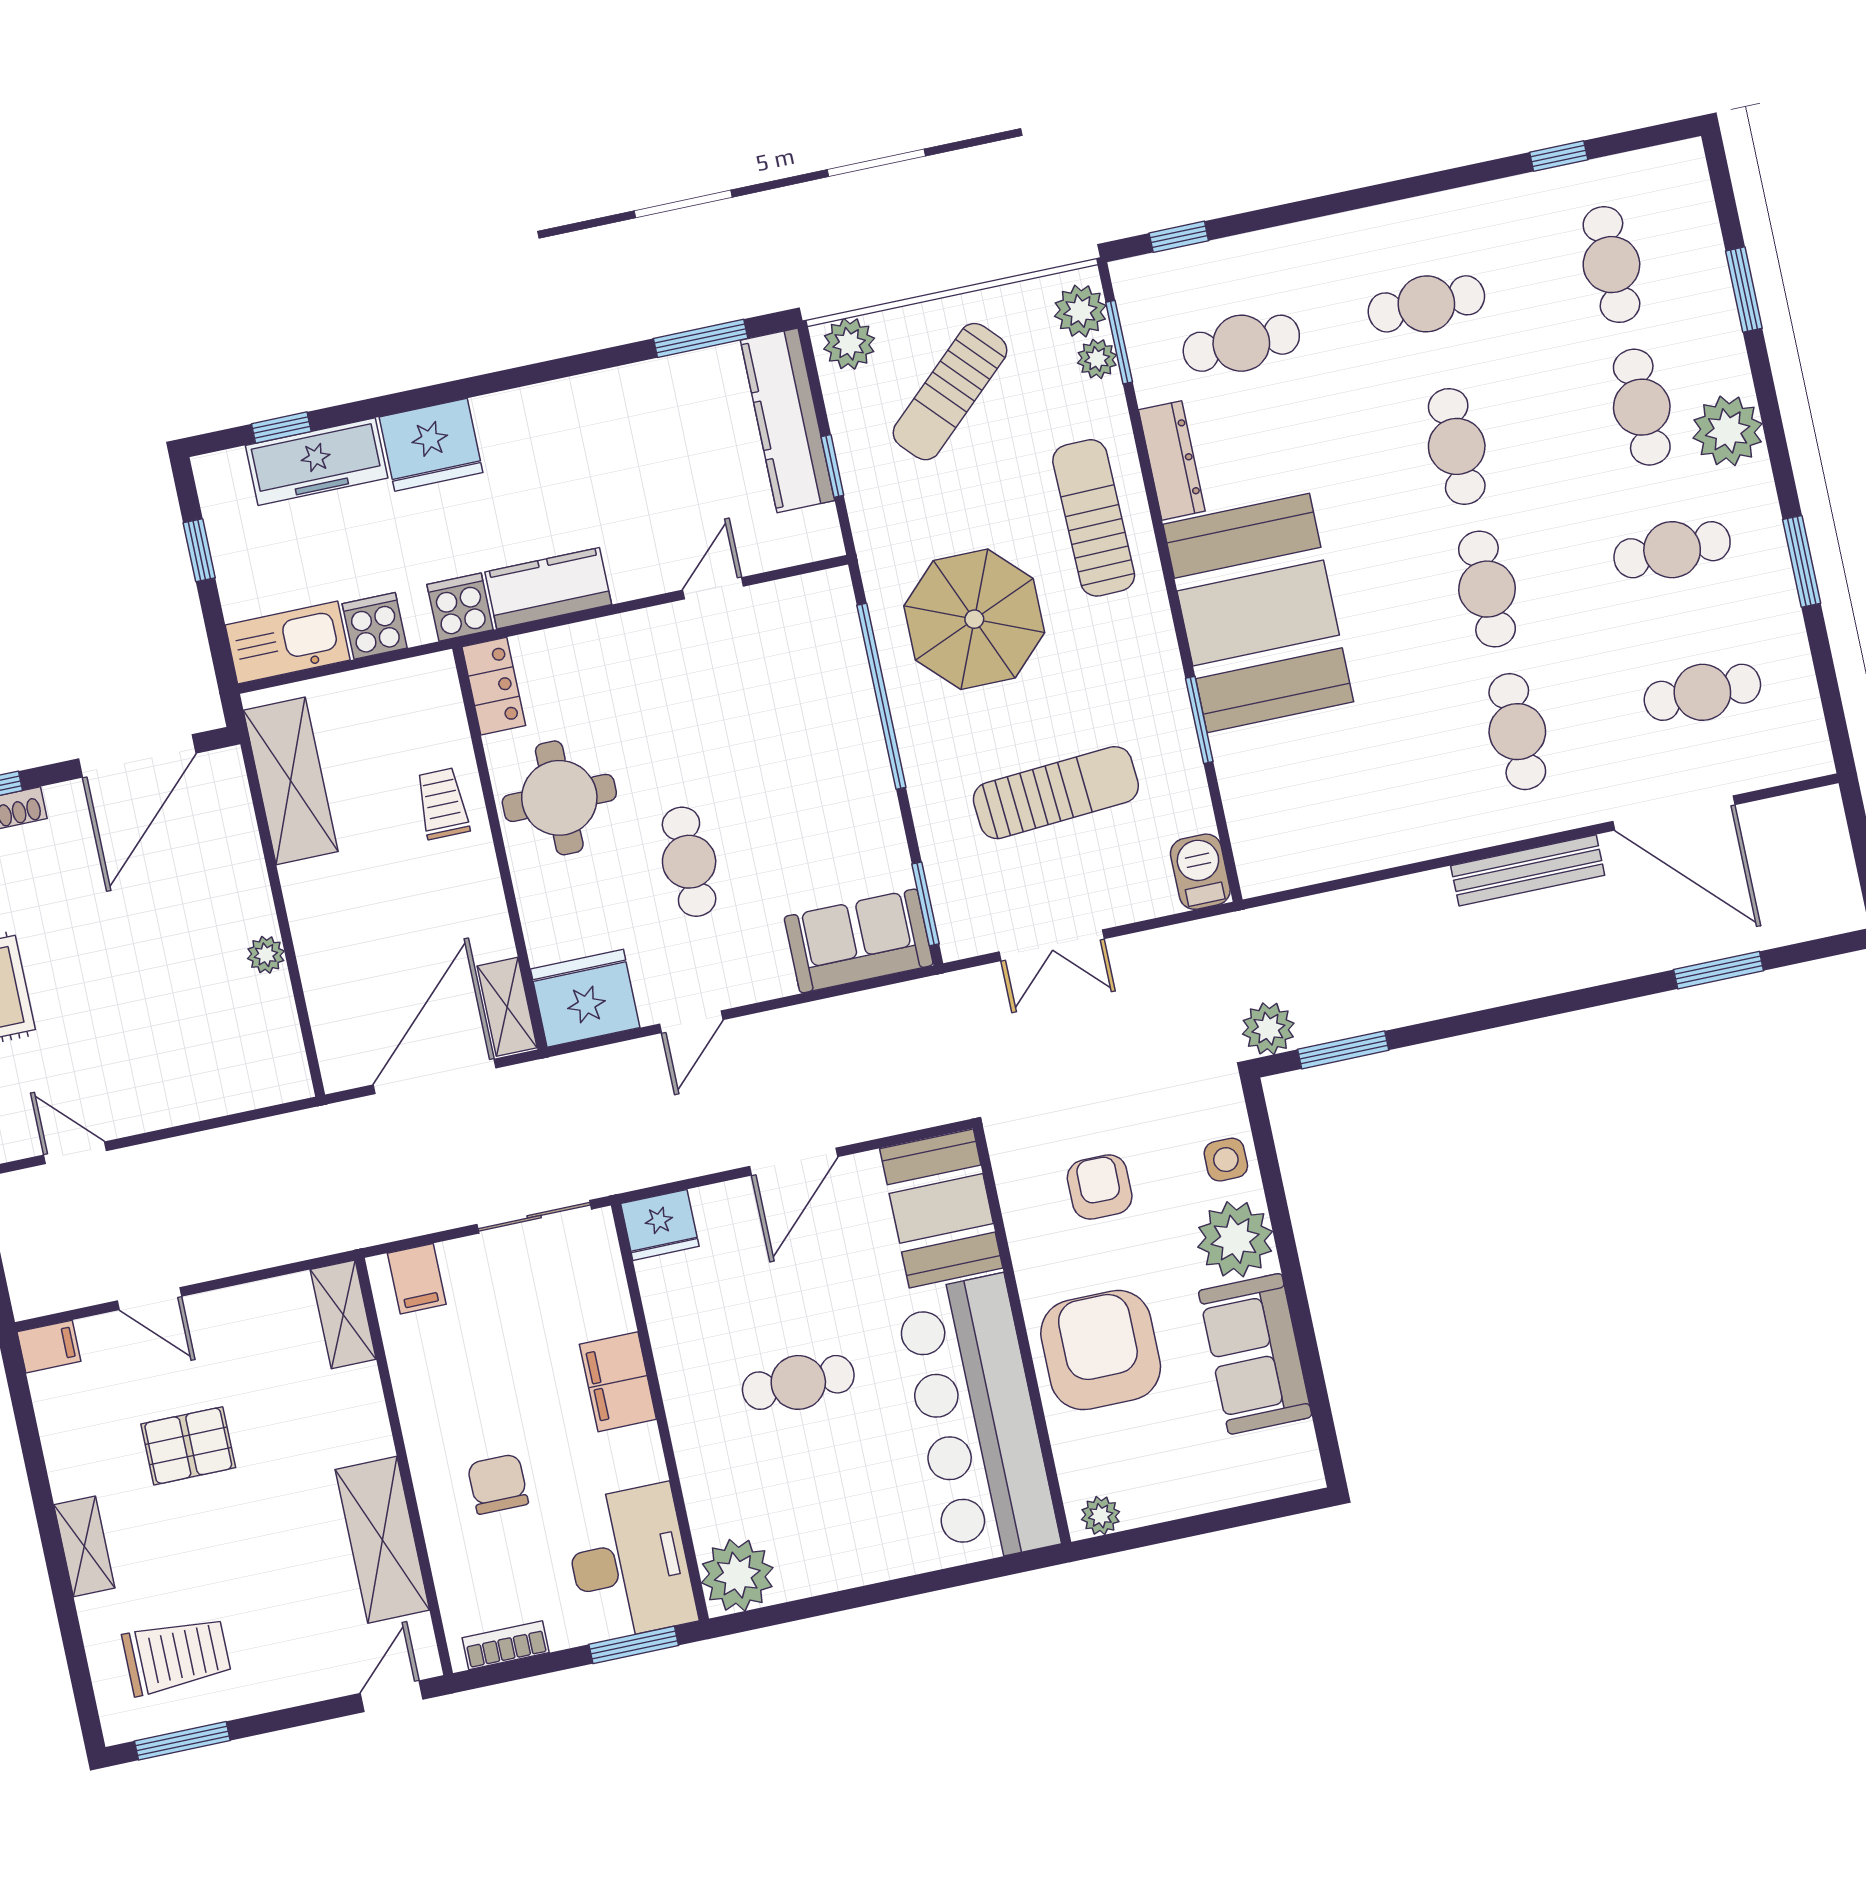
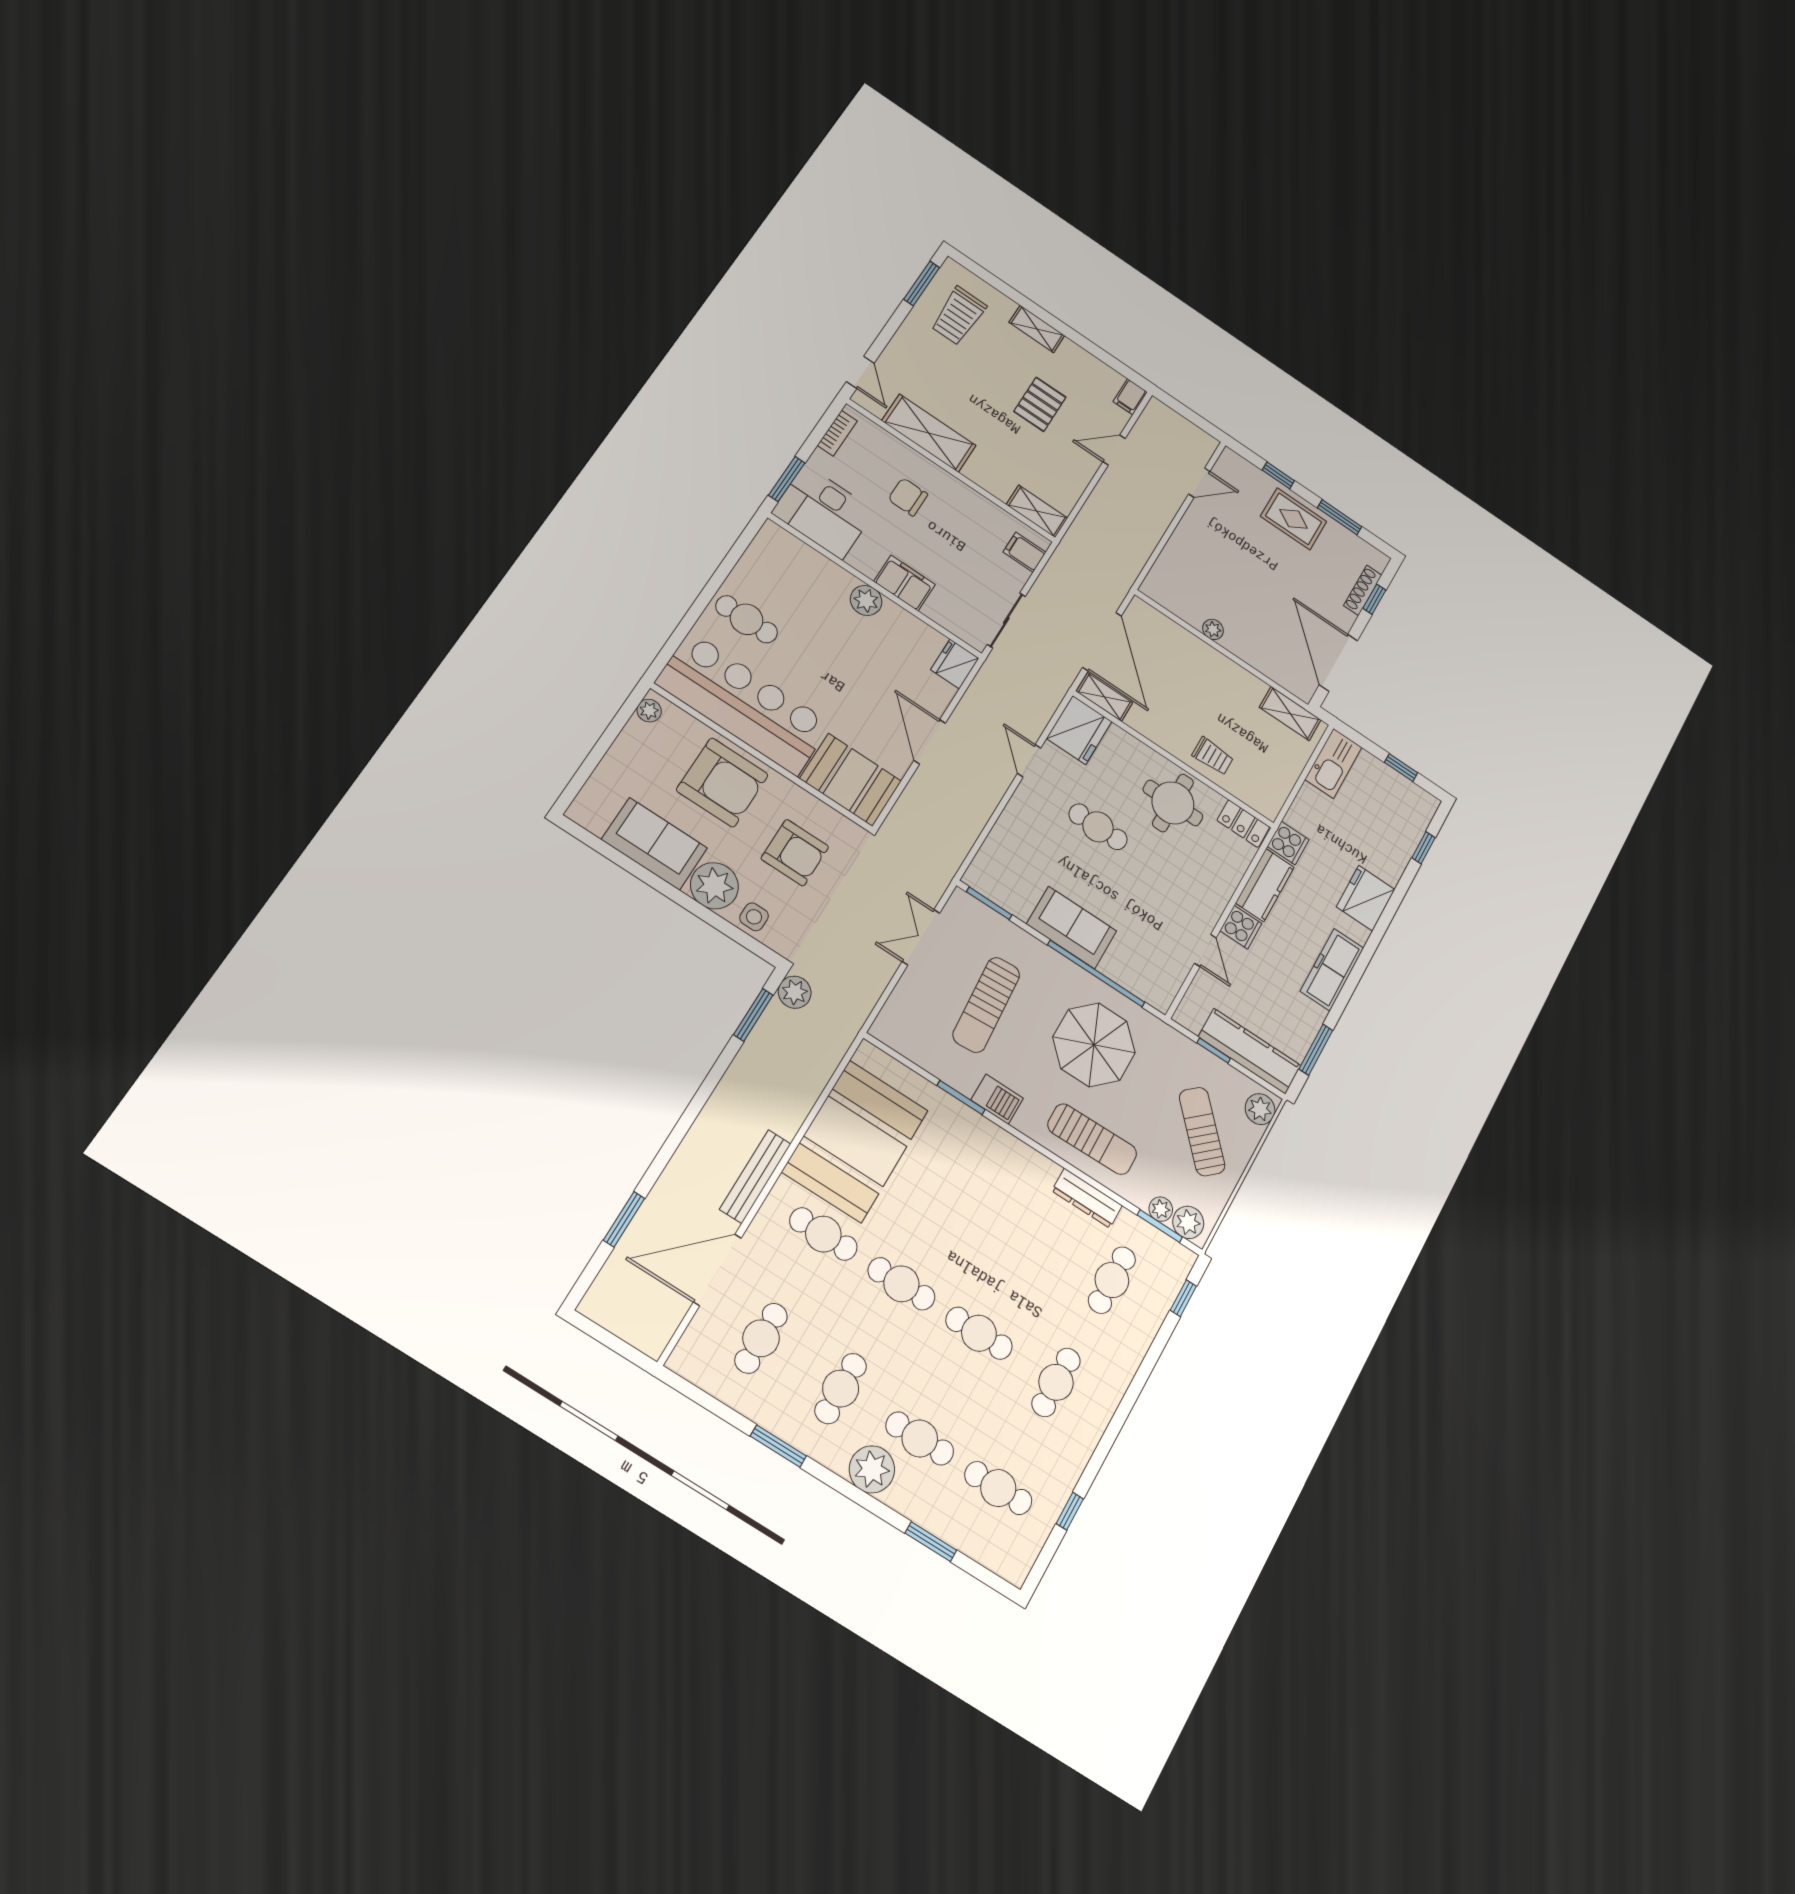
freezer: (317, 462) -> (1332, 970), moved
booth: (1258, 613) -> (855, 1141), moved, turned 90
cooker: (375, 626) -> (1241, 927), moved
shelving: (291, 781) -> (1290, 714), width x0.67, depth x0.75
barbecue: (1200, 872) -> (997, 1099), moved
sofa: (859, 941) -> (1072, 927), moved, turned -90
armchair: (1100, 1187) -> (795, 853), width x1.38, depth x1.38
cafe table: (798, 1382) -> (747, 619), moved, turned 90
chair: (498, 1484) -> (908, 497), turned 180
plant: (737, 1575) -> (866, 600), moved, width x0.73, depth x0.73

